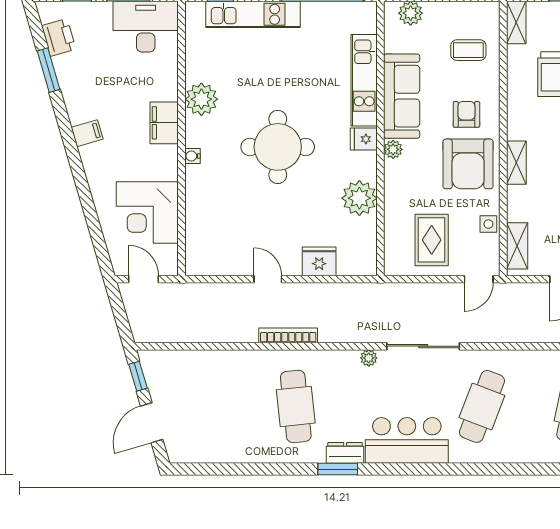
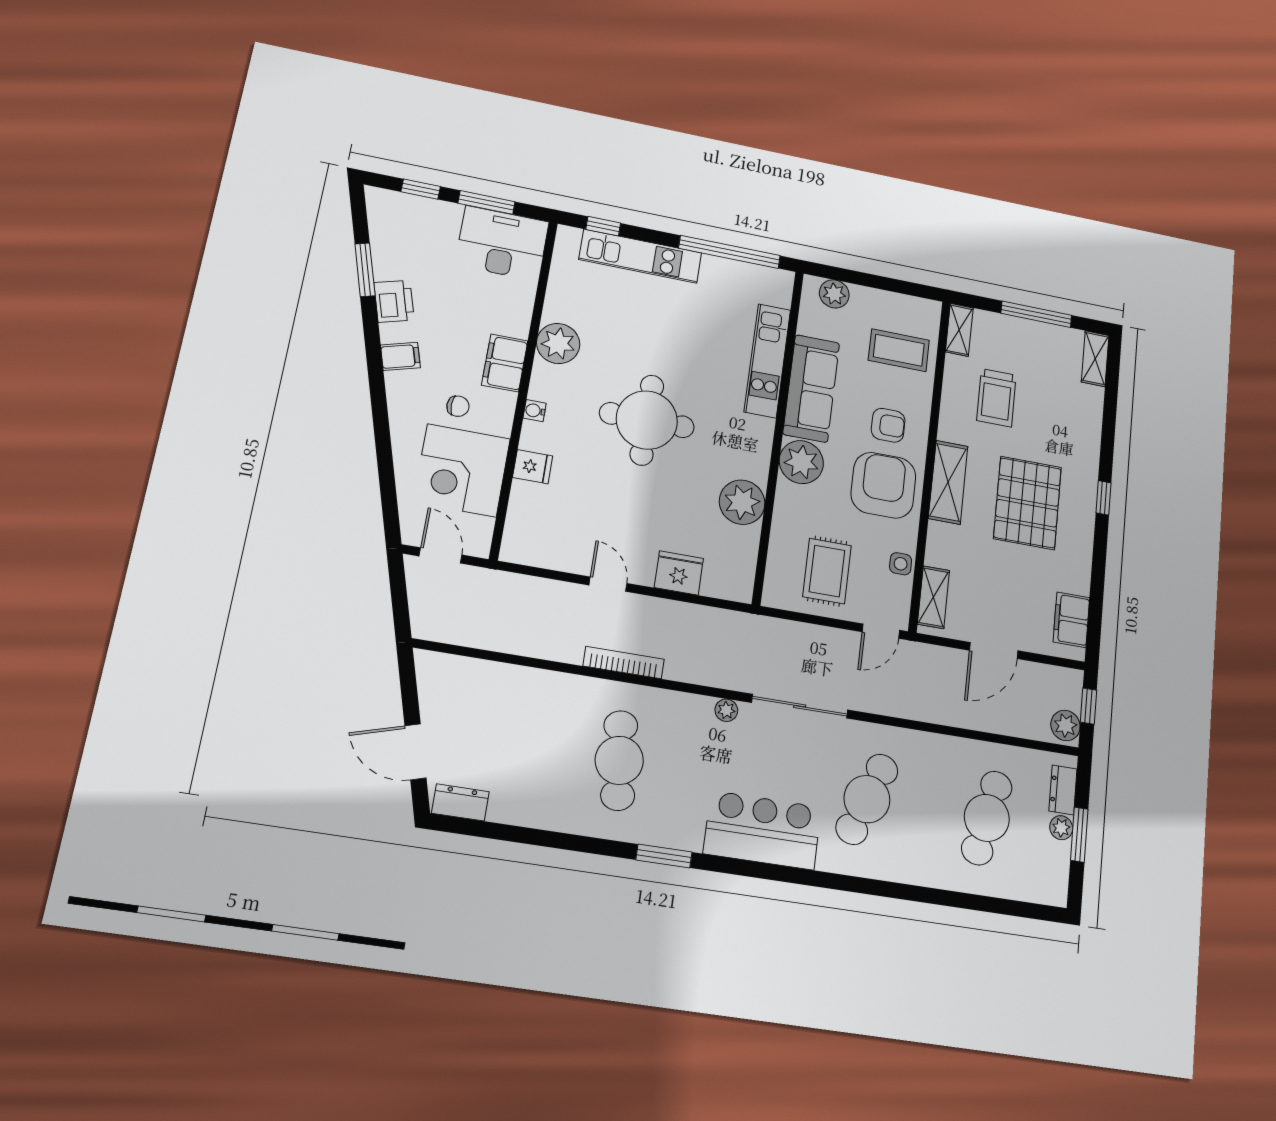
printer: (59, 37) -> (394, 301), moved
coffee table: (468, 50) -> (899, 350), width x1.36, depth x1.30
armchair: (466, 114) -> (888, 425), turned 90
fridge: (364, 139) -> (533, 467), moved, turned 180
plant: (393, 149) -> (801, 462), width x1.87, depth x1.87
shelving: (516, 163) -> (948, 482), width x1.50, depth x1.33
chair: (136, 164) -> (458, 406), added
armchair: (468, 164) -> (883, 485), turned 180
window: (138, 376) -> (408, 684), removed
door: (152, 423) -> (415, 752), hinge flipped
dresser: (345, 453) -> (460, 802), moved

